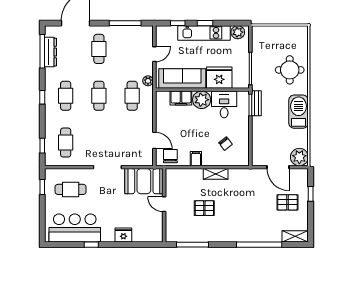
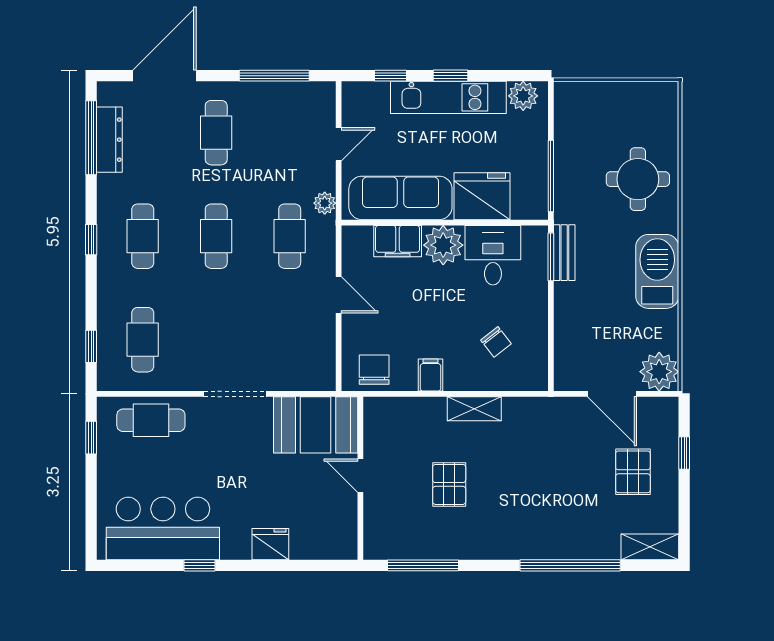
door: (154, 140) -> (339, 295), moved
cafe table: (71, 189) -> (151, 420), moved
pallet: (287, 202) -> (633, 472), turned 90
pallet: (204, 208) -> (449, 484), turned 90

